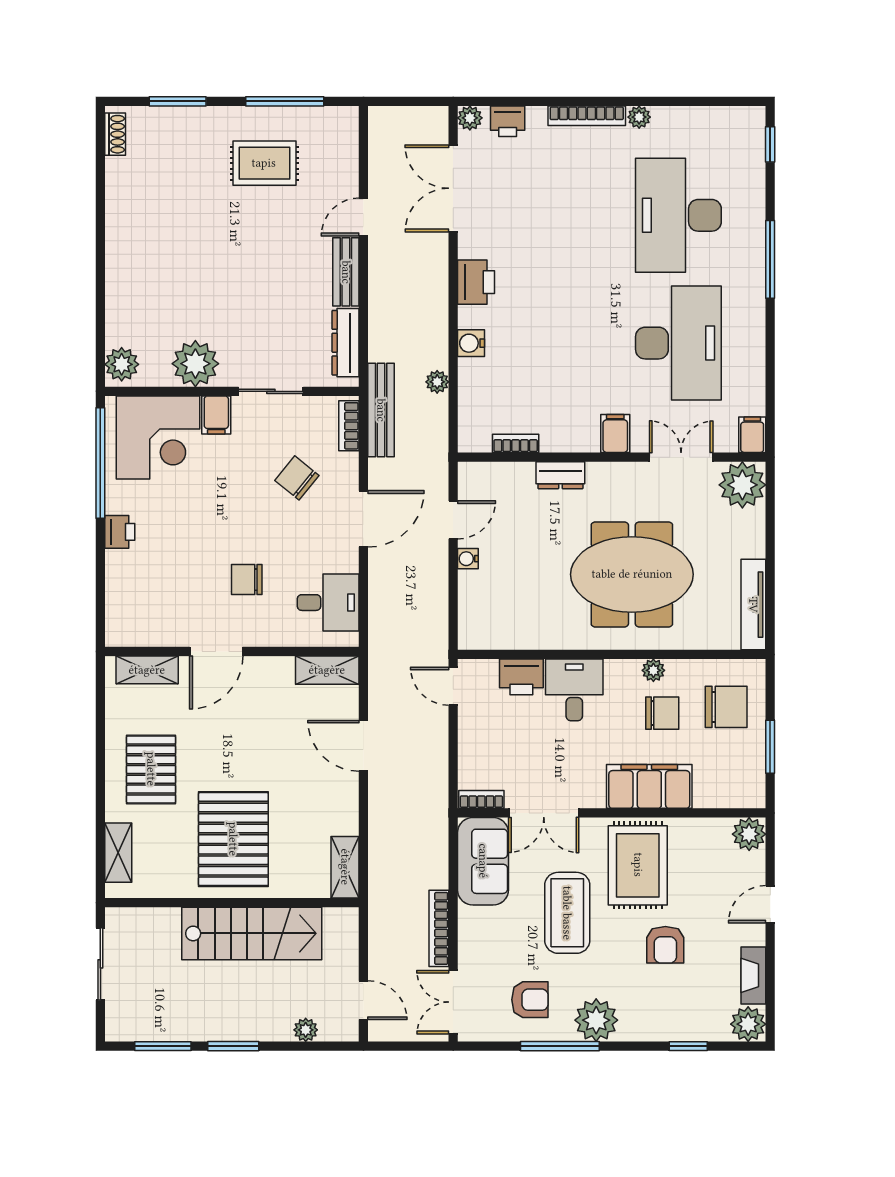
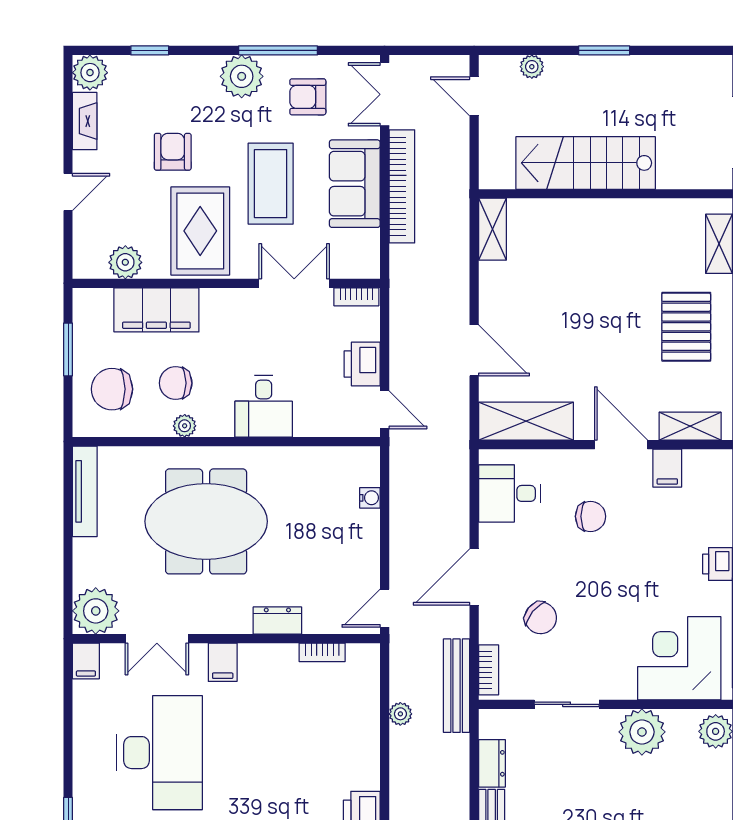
dresser: (346, 343) -> (492, 763), width x0.70
water cooler: (471, 343) -> (367, 752), removed
desk: (678, 343) -> (160, 753), turned 180
filing cabinet: (216, 415) -> (667, 468), moved, turned 180
door: (453, 520) -> (385, 608), moved
water cooler: (468, 559) -> (370, 498), moved
door: (216, 651) -> (621, 445), hinge flipped
shelving: (327, 670) -> (526, 421), width x1.50, depth x1.33
printer: (521, 677) -> (362, 364), moved, turned -90
filing cabinet: (649, 786) -> (156, 310), moved
plant: (749, 834) -> (125, 262), moved
pallet: (233, 839) -> (604, 257), removed
sofa: (483, 861) -> (355, 184), moved
bookcase: (439, 928) -> (402, 186), width x1.48, depth x1.31
double door: (453, 1002) -> (385, 94), swing flipped
window: (163, 1046) -> (674, 50), removed

